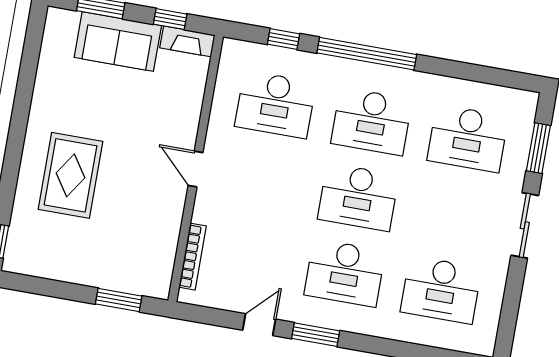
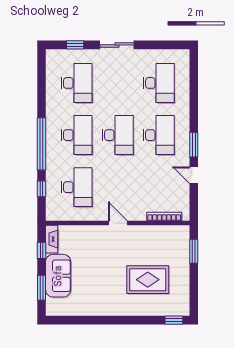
window: (538, 148) -> (75, 45), width x0.67
door: (196, 169) -> (118, 223), swing flipped
rug: (70, 175) -> (148, 280), moved

